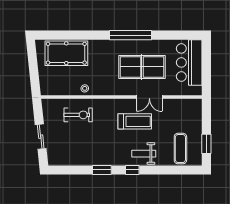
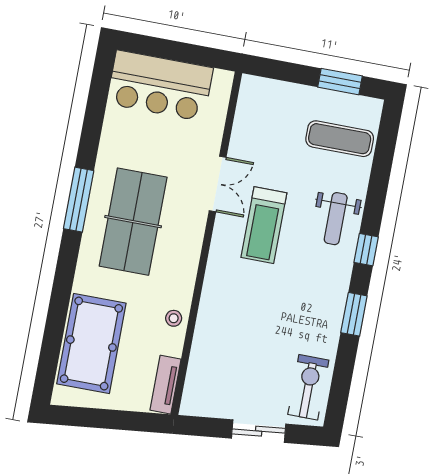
window: (131, 35) -> (79, 200), width x0.68
table tennis table: (142, 67) -> (133, 222), moved
tv unit: (54, 90) -> (166, 385), added
exercise bike: (78, 115) -> (308, 387), moved
treadmill: (135, 121) -> (264, 225), turned 180

